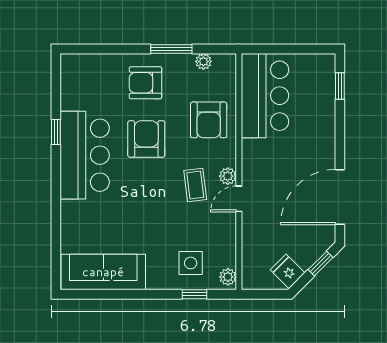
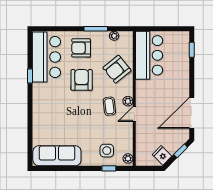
armchair: (209, 120) -> (117, 69), turned 51
bar counter: (85, 155) -> (46, 57), moved

